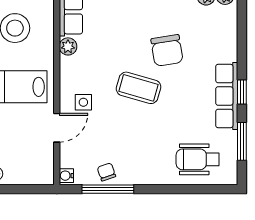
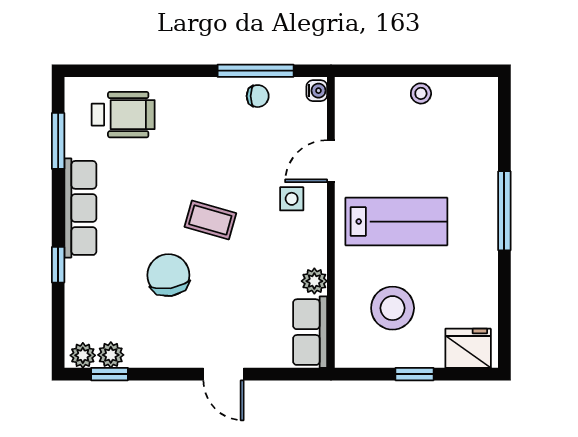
coffee table: (139, 88) -> (210, 220), width x0.73, depth x0.77
window: (242, 92) -> (58, 265), moved
chair: (106, 172) -> (258, 96), turned -71

